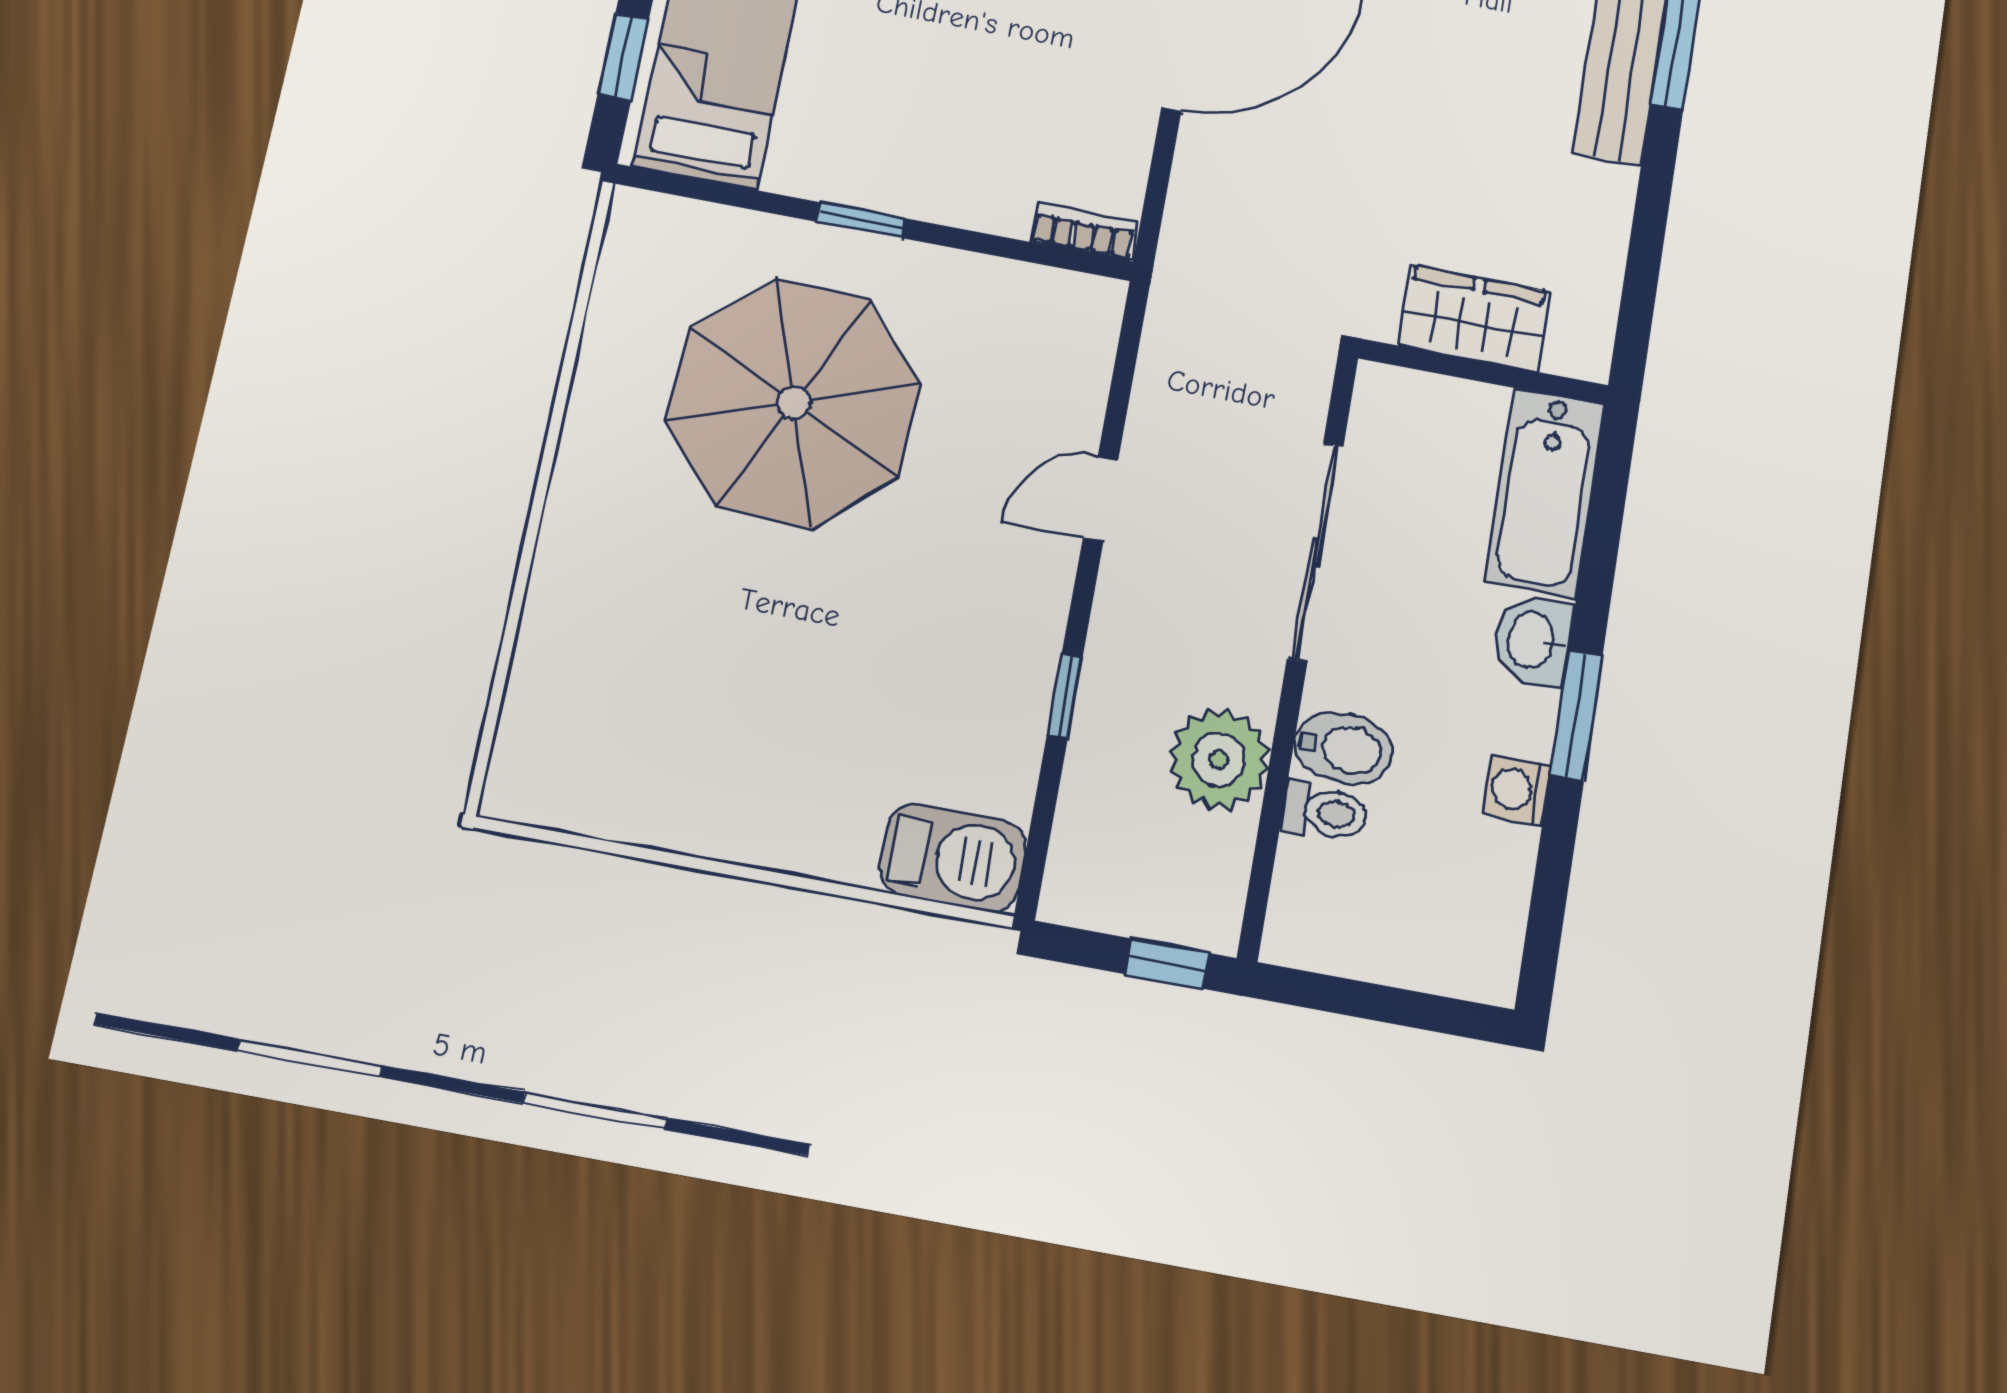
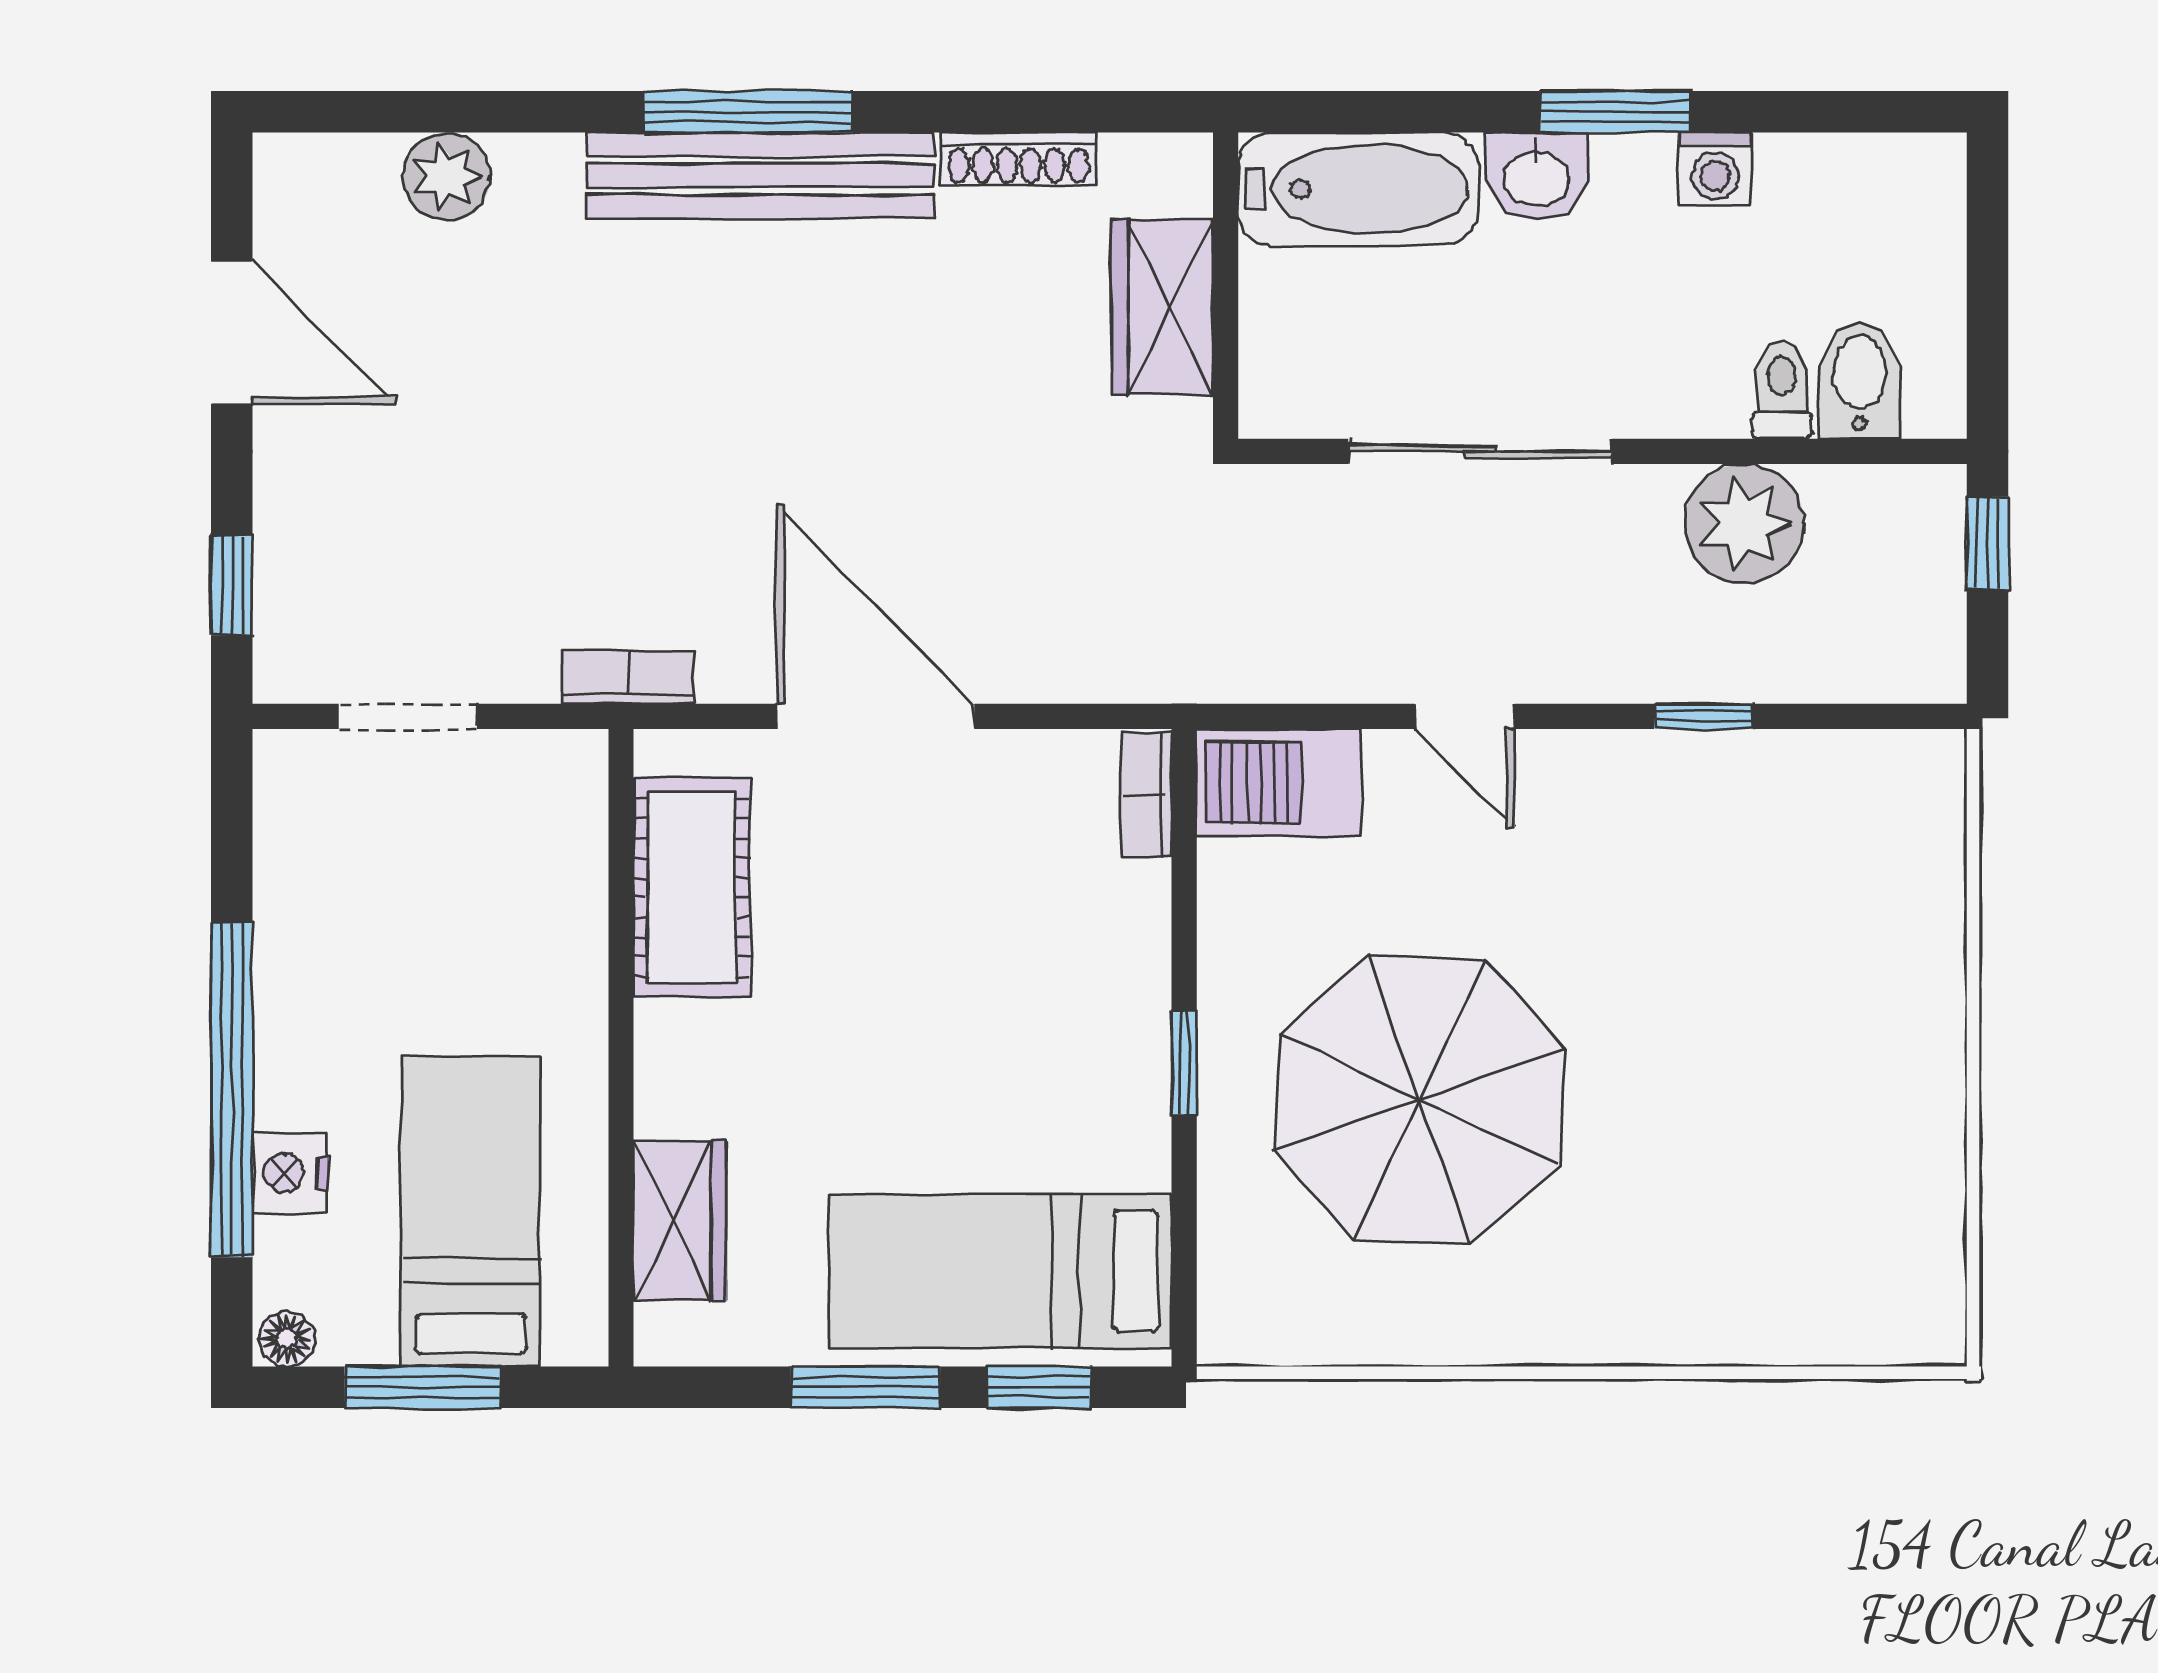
shoe rack: (1610, 228) -> (1019, 159), added
bidet: (1343, 748) -> (1860, 380), moved
barbecue: (953, 858) -> (1279, 782), moved, turned -90

